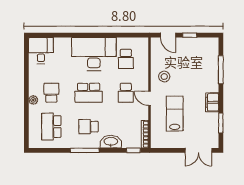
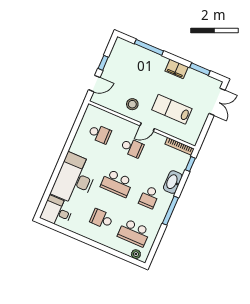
desk: (94, 54) -> (75, 179), moved
school desk: (89, 93) -> (117, 183), turned 90
plant: (33, 100) -> (136, 254), moved

